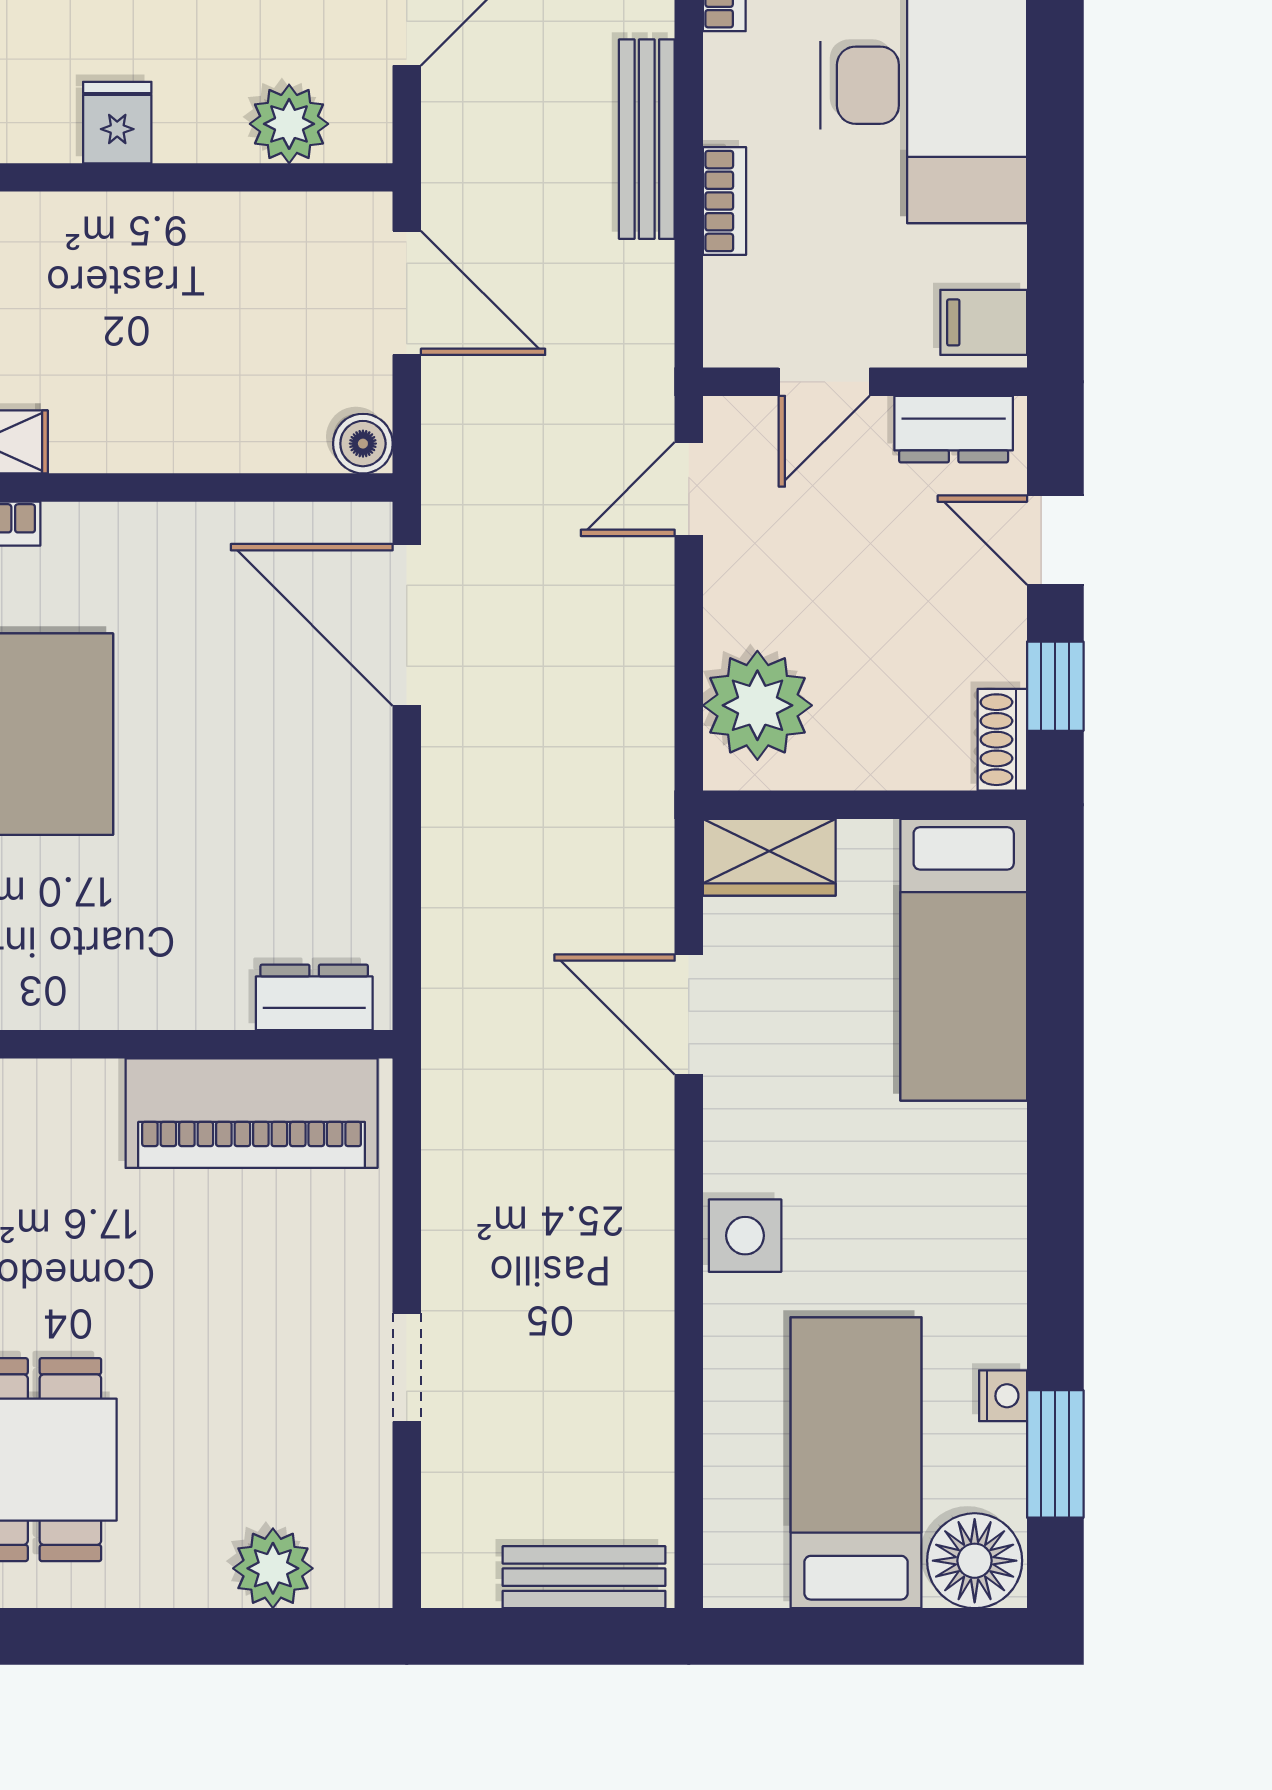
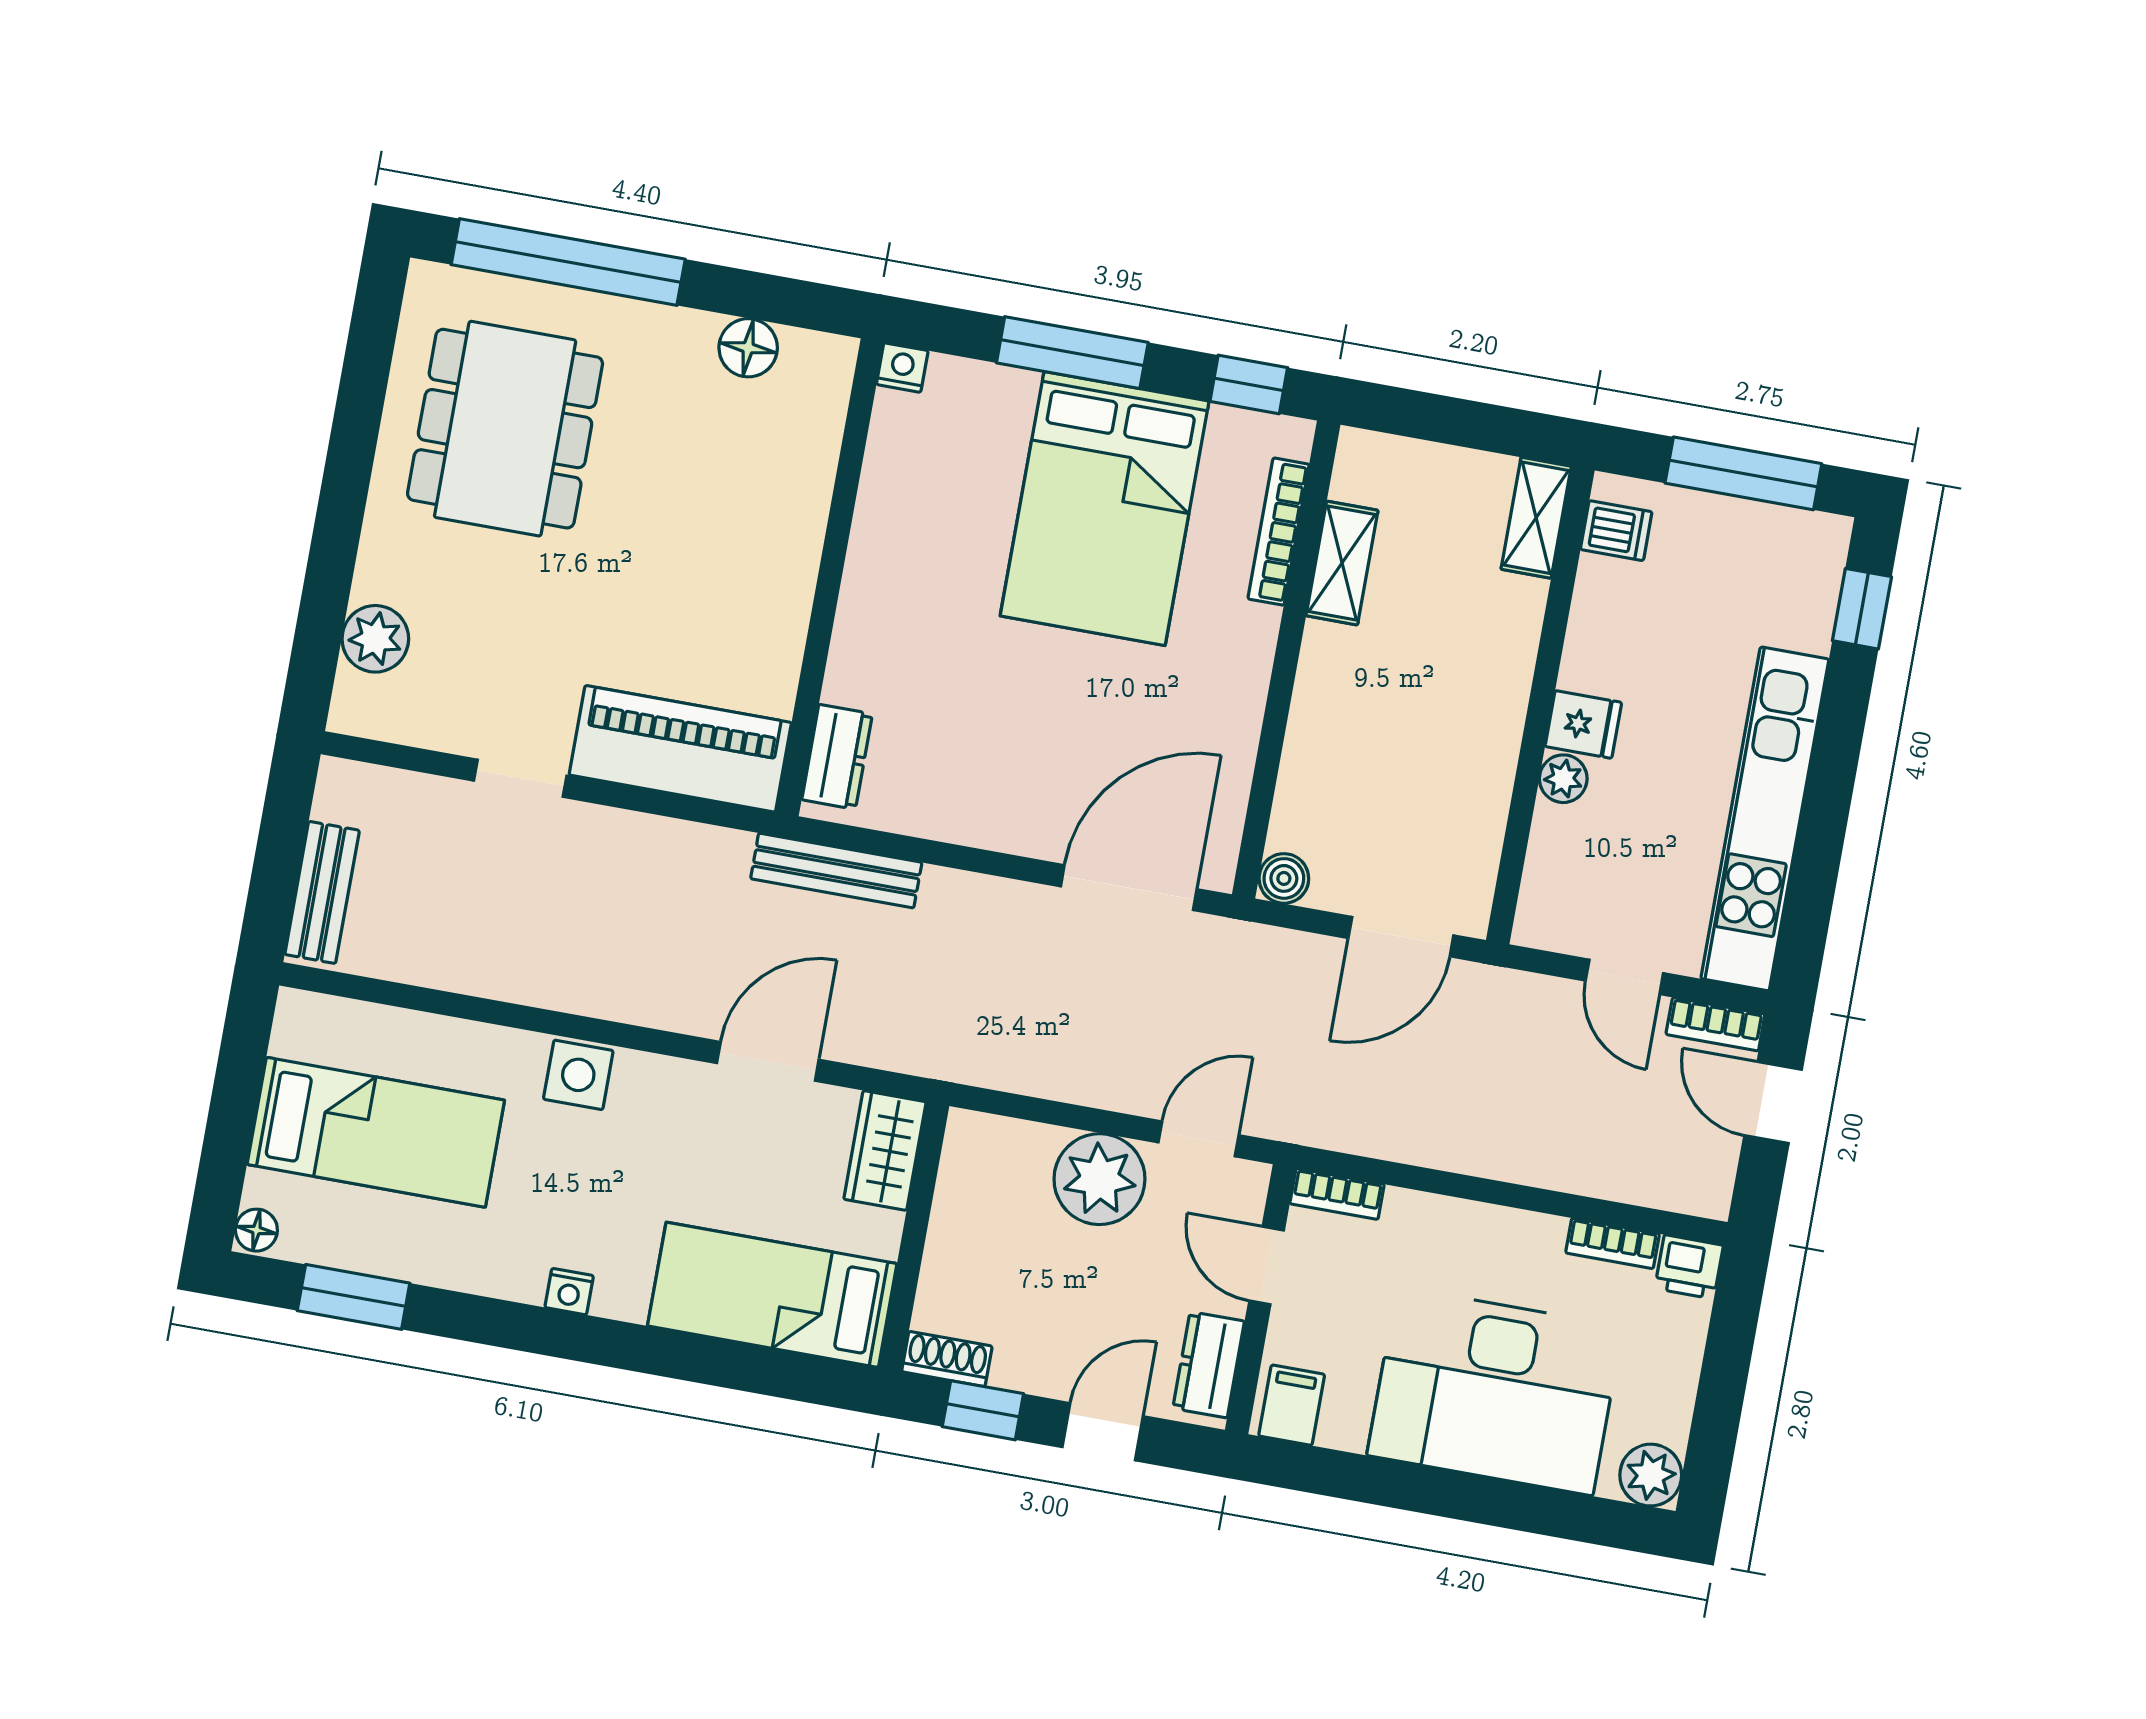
plant: (289, 124) -> (1563, 779), moved, width x0.73, depth x0.73
bench: (647, 139) -> (836, 871), moved
bookcase: (724, 201) -> (1337, 1194), moved
door: (689, 489) -> (1198, 1139), hinge flipped
plant: (757, 705) -> (1099, 1179), moved
piano: (252, 1113) -> (680, 749), moved, turned 90
nightstand: (1003, 1396) -> (569, 1292), moved
floor lamp: (975, 1561) -> (256, 1230), width x0.53, depth x0.53

